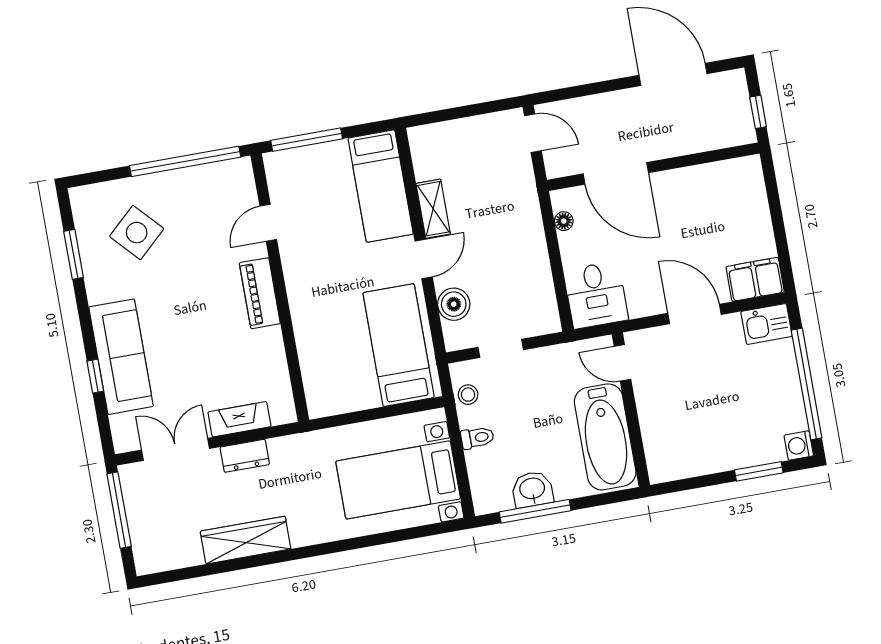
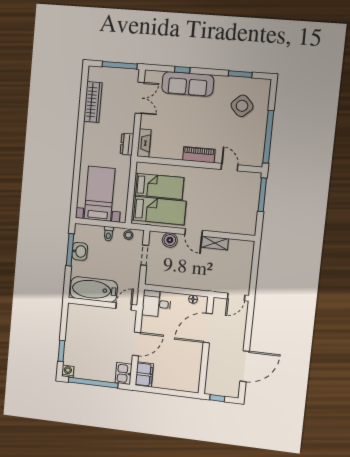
bed: (381, 186) -> (159, 186), moved, turned 180
fireplace: (239, 419) -> (144, 143), moved
dresser: (245, 456) -> (127, 144), moved
wardrobe: (246, 540) -> (93, 102), moved

